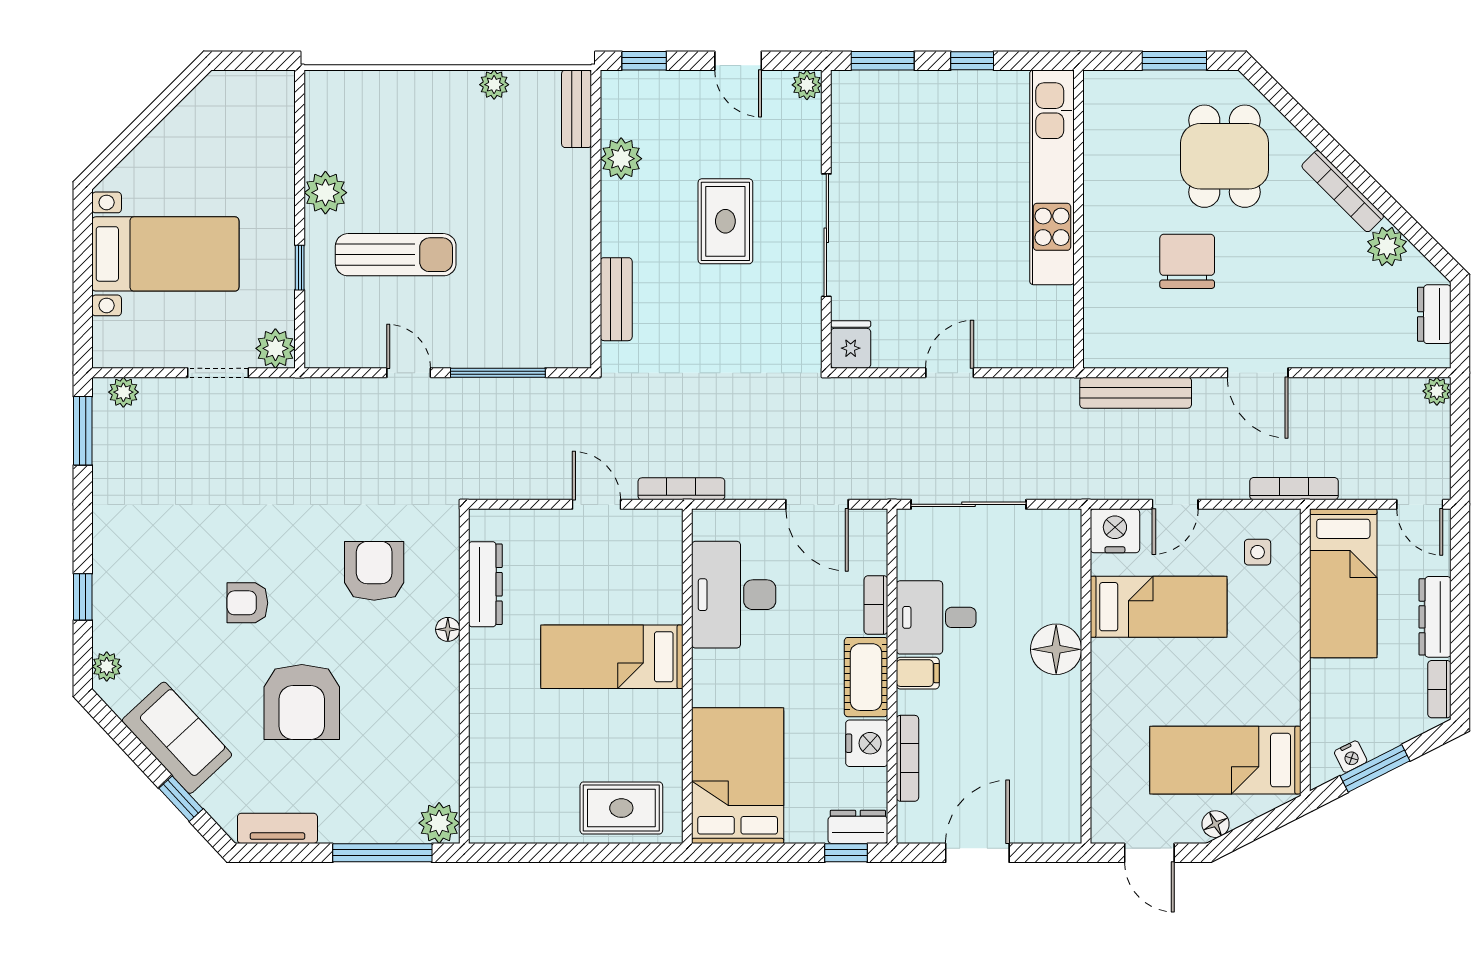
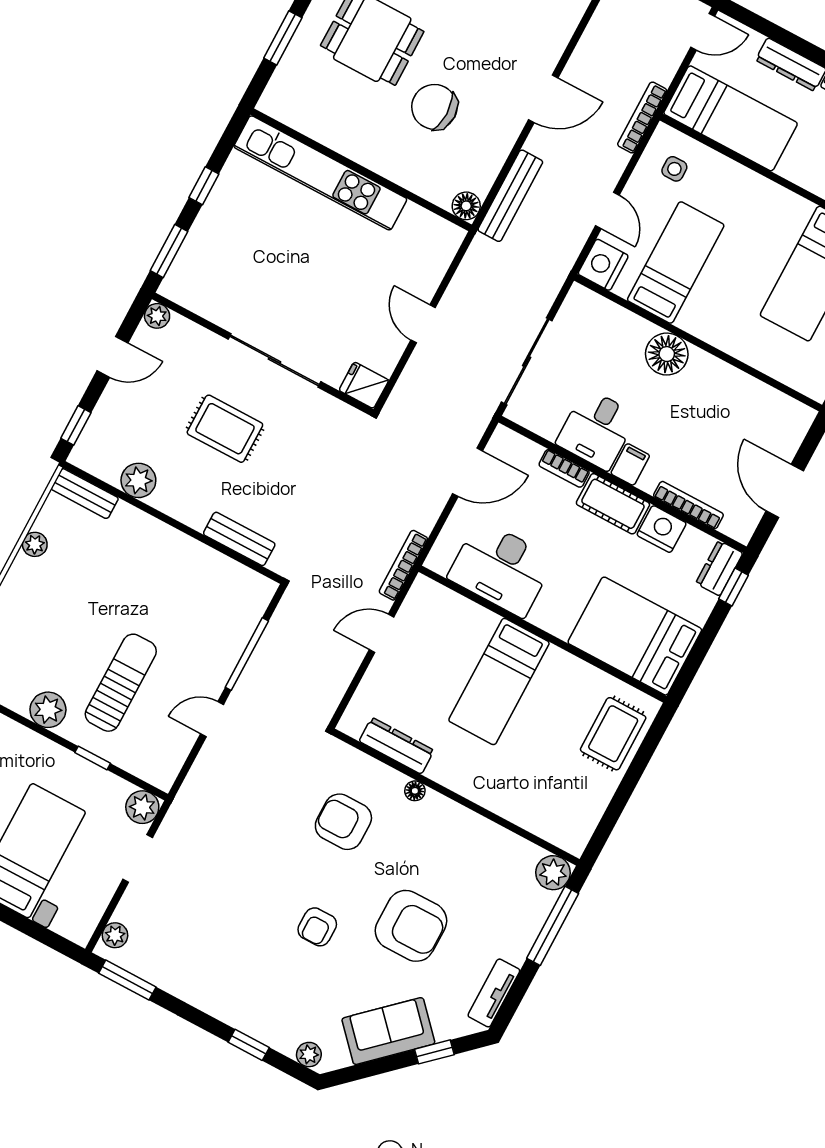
floor lamp: (1100, 351) -> (466, 206), added

